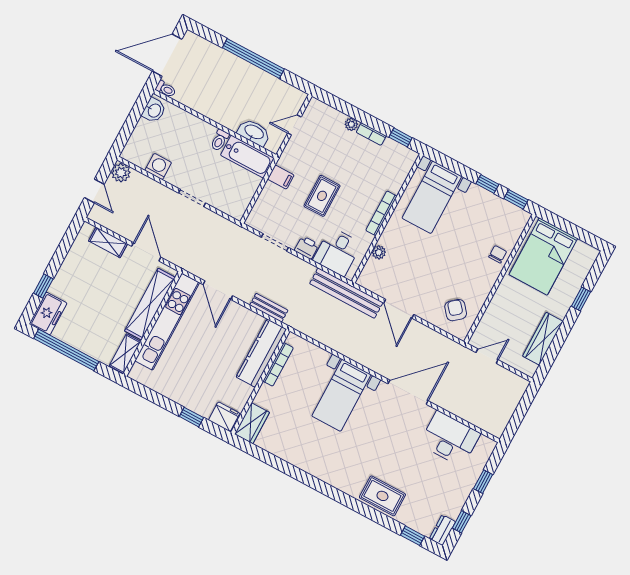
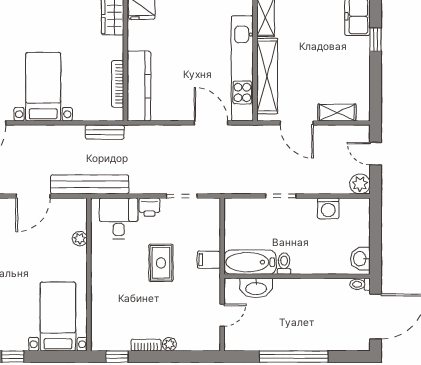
bookcase: (381, 213) -> (97, 276), removed
bench: (269, 308) -> (105, 132), moved
door: (399, 309) -> (33, 196), swing flipped

